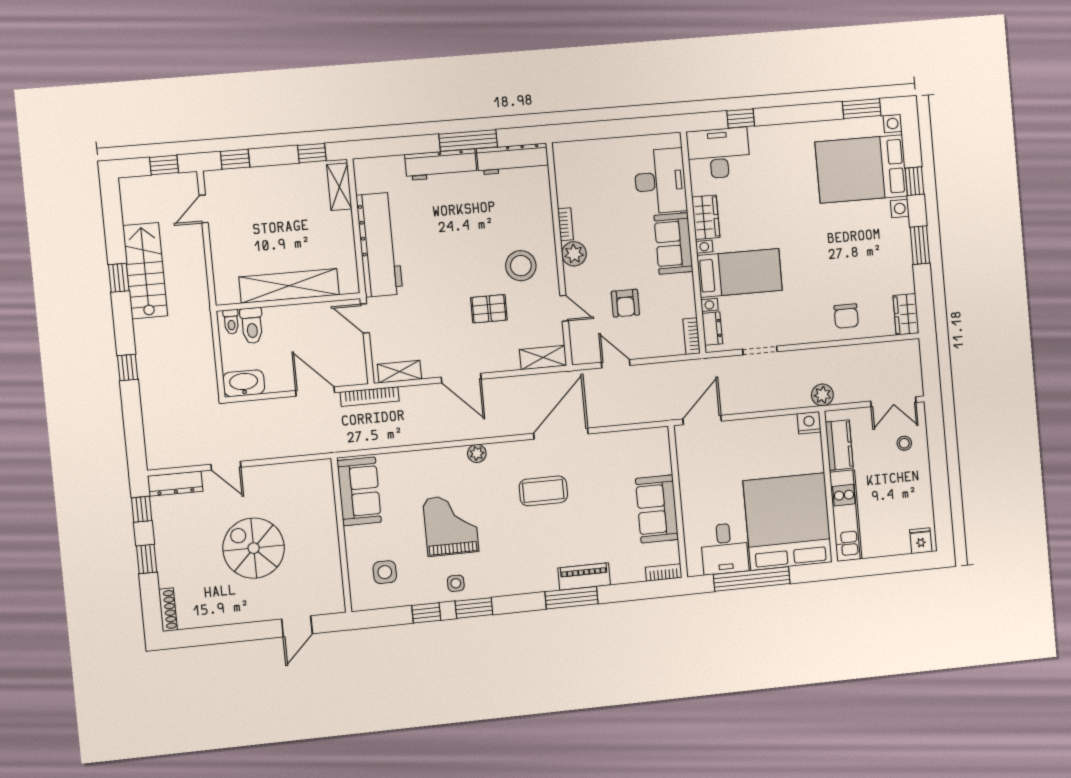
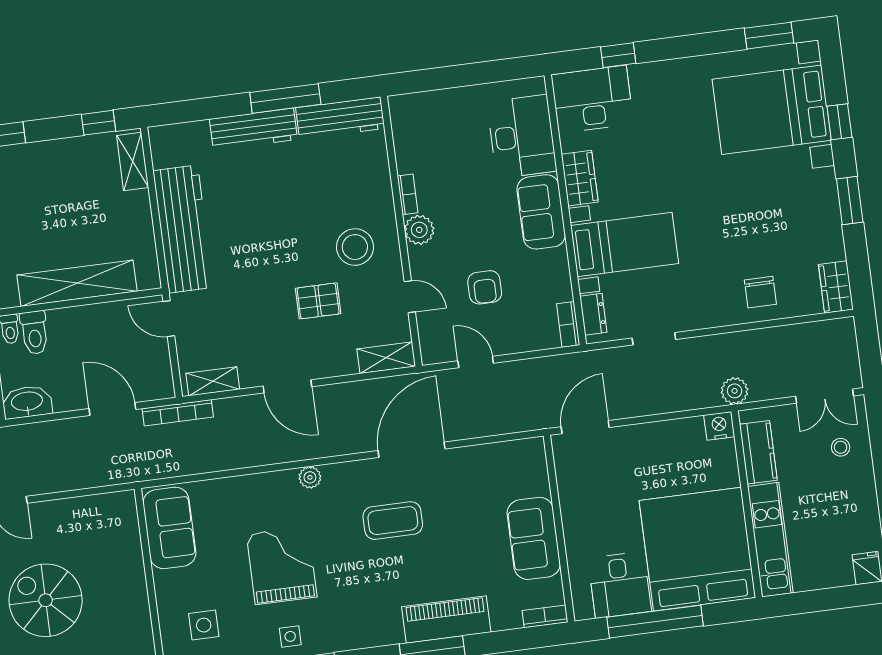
piano: (584, 576) -> (446, 619), width x1.37, depth x1.33

